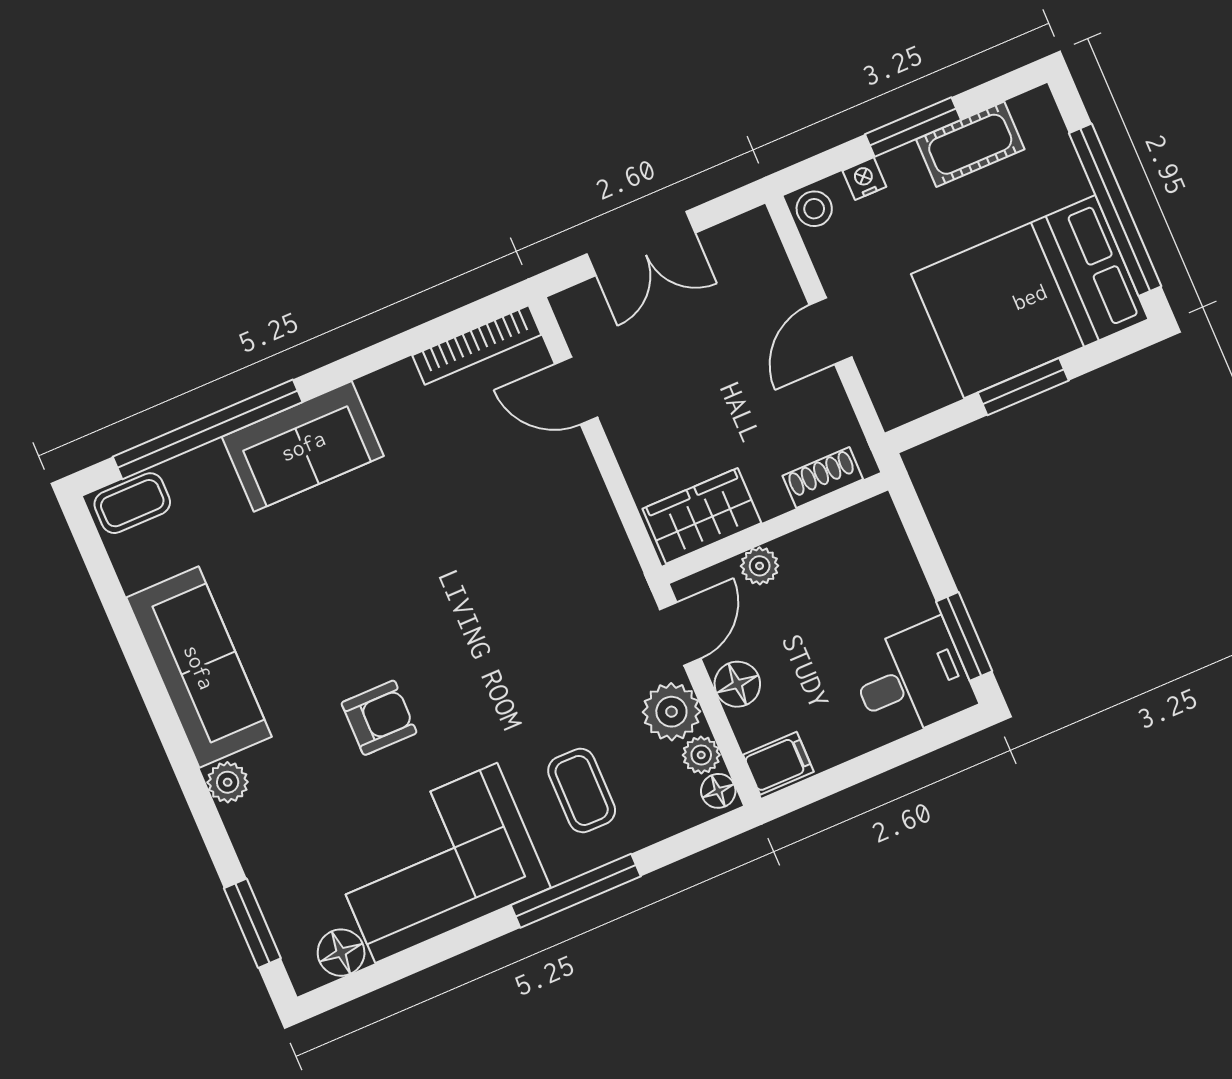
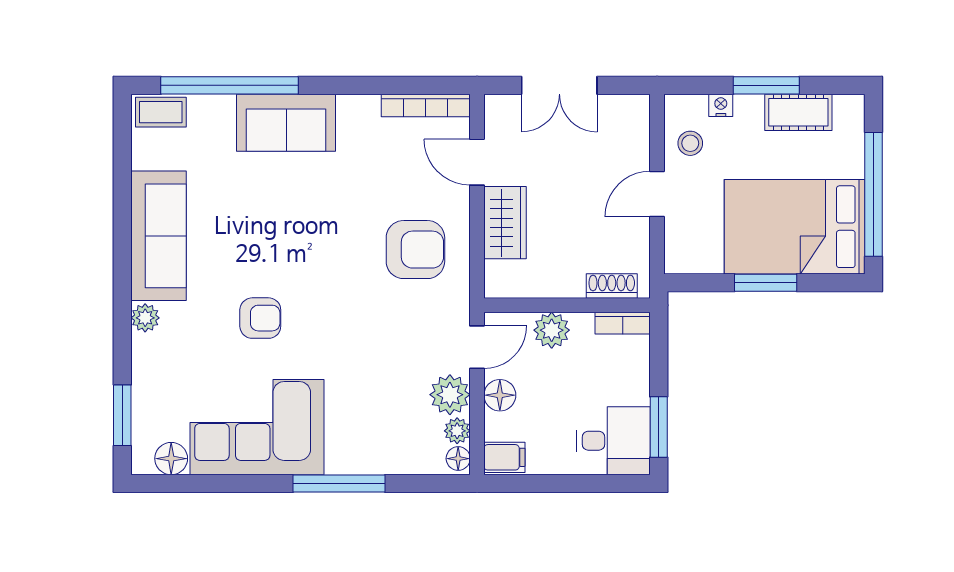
stool: (814, 209) -> (690, 143), moved
wardrobe: (702, 516) -> (505, 223), moved, turned 90
bookcase: (858, 520) -> (623, 323), added
armchair: (544, 540) -> (415, 250), added
plant: (760, 566) -> (552, 330), width x1.38, depth x1.38
coffee table: (582, 790) -> (370, 421), removed

